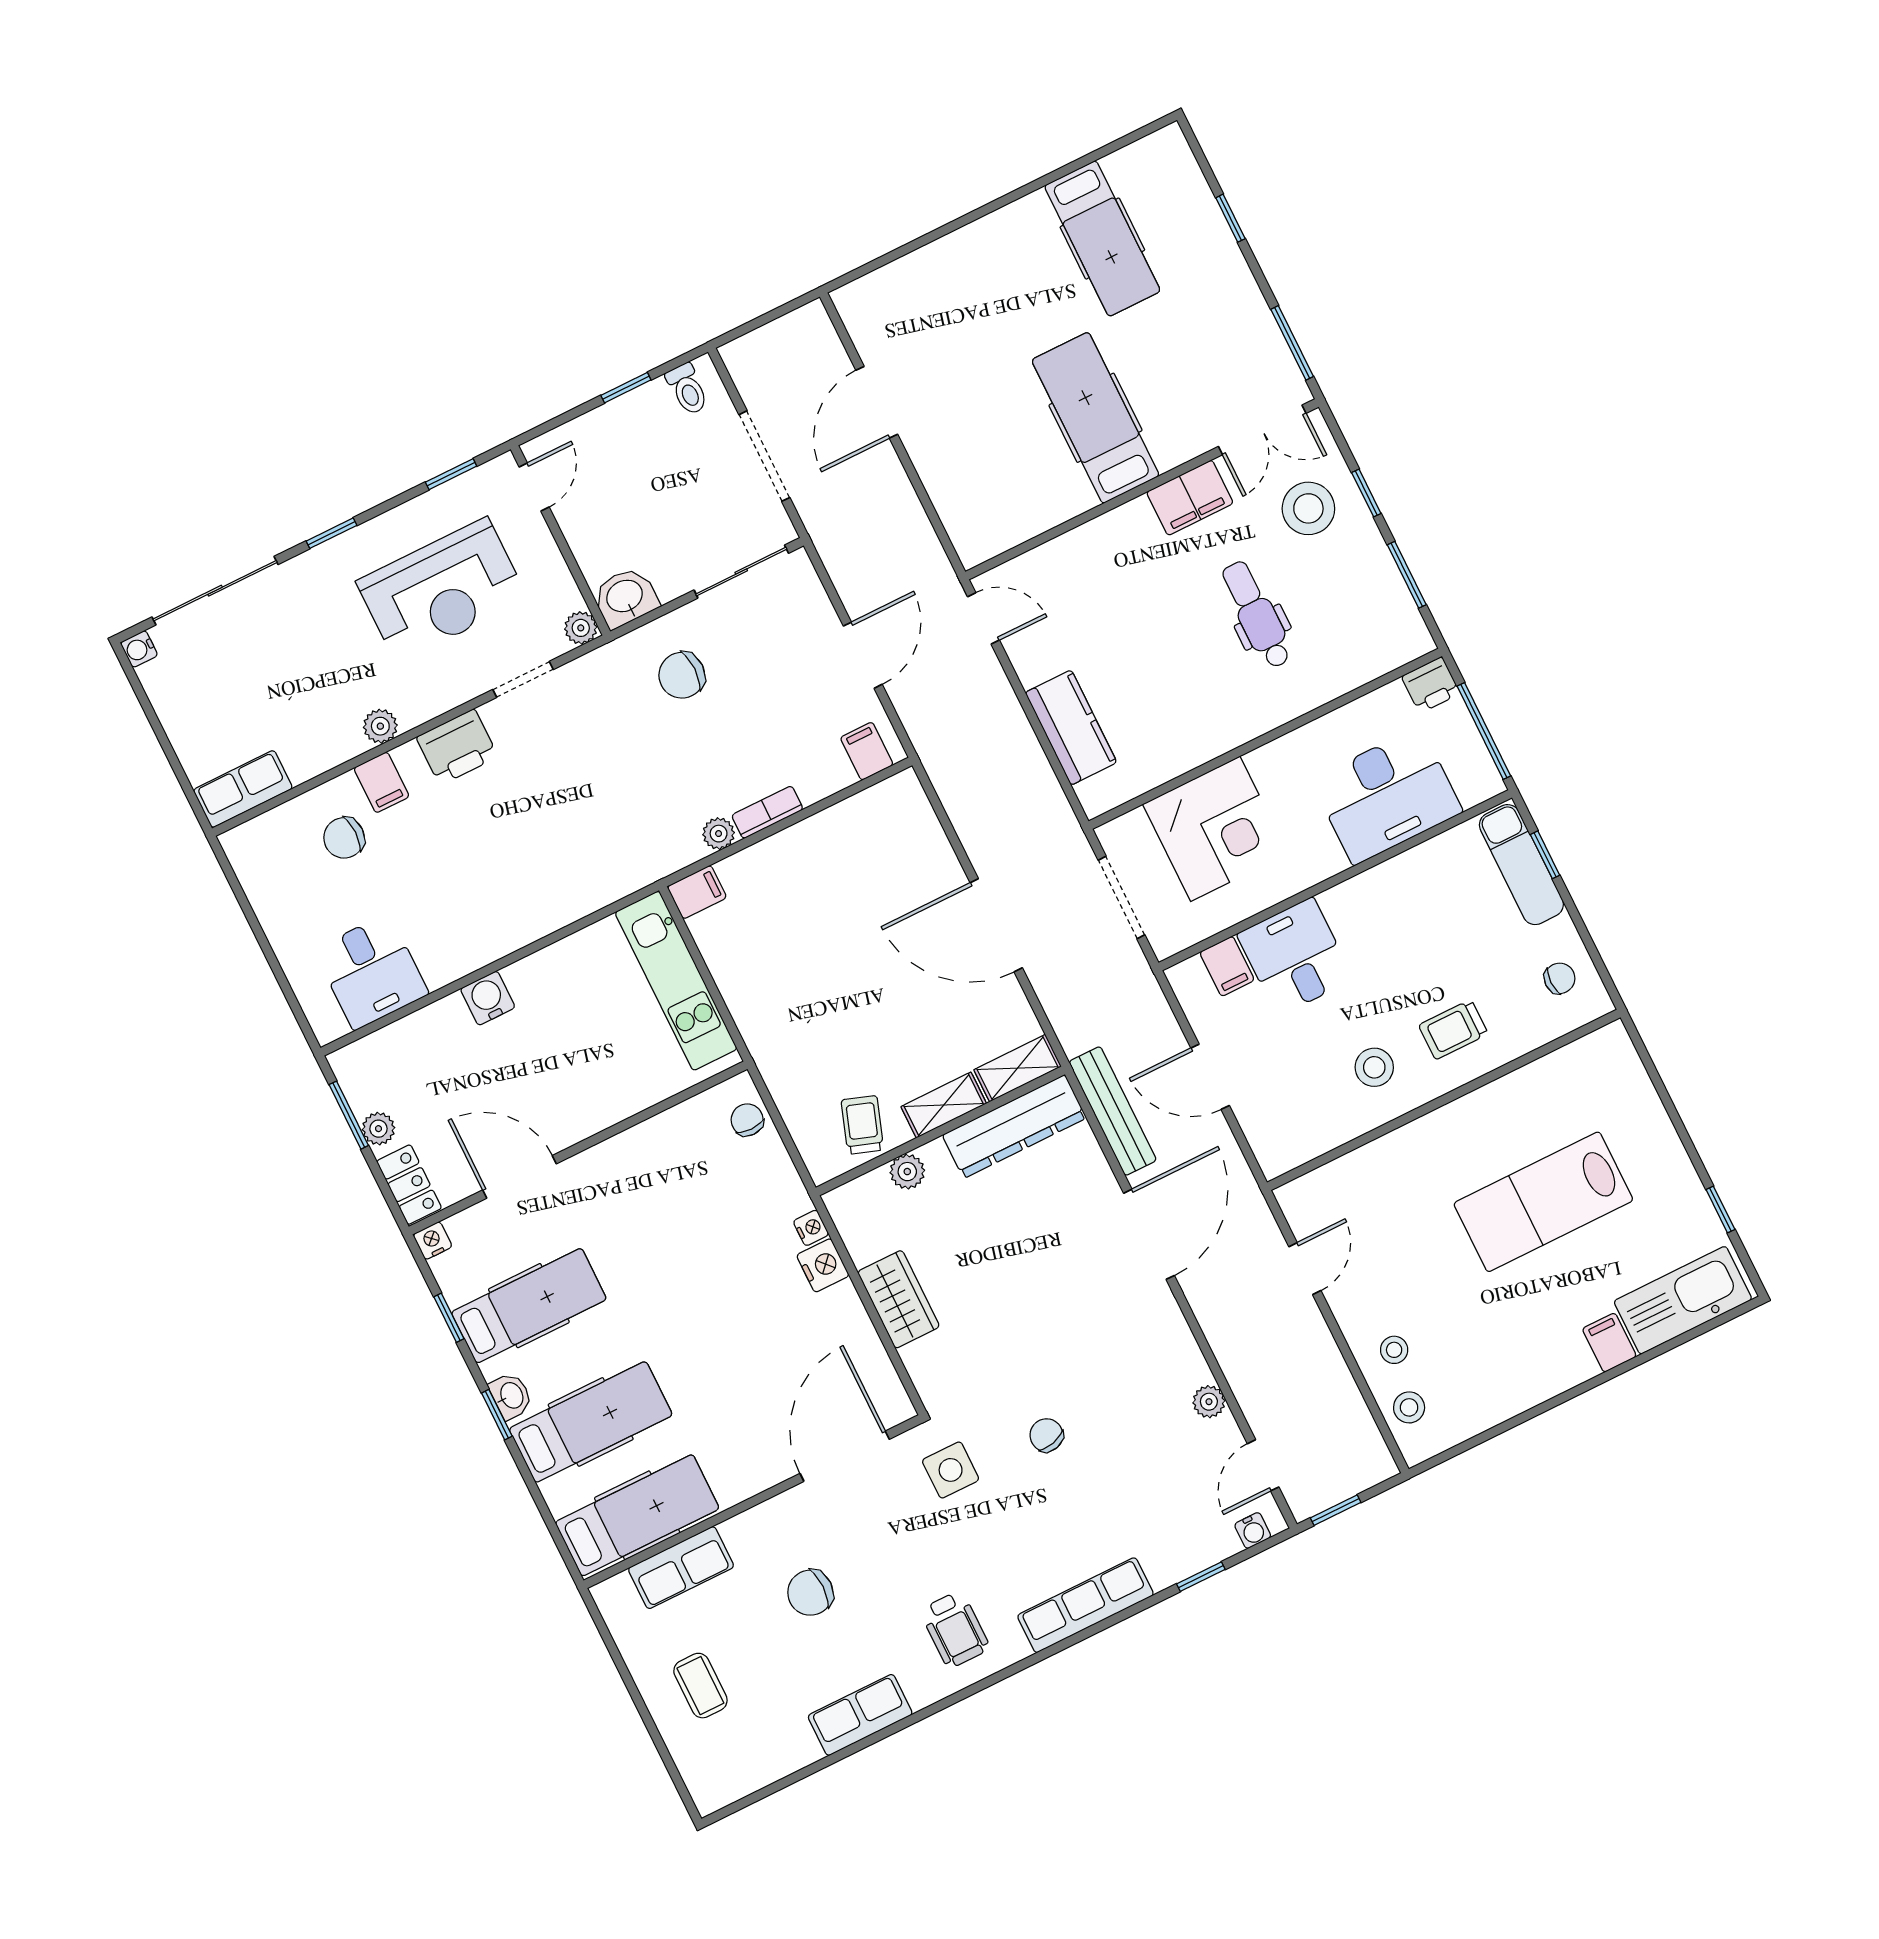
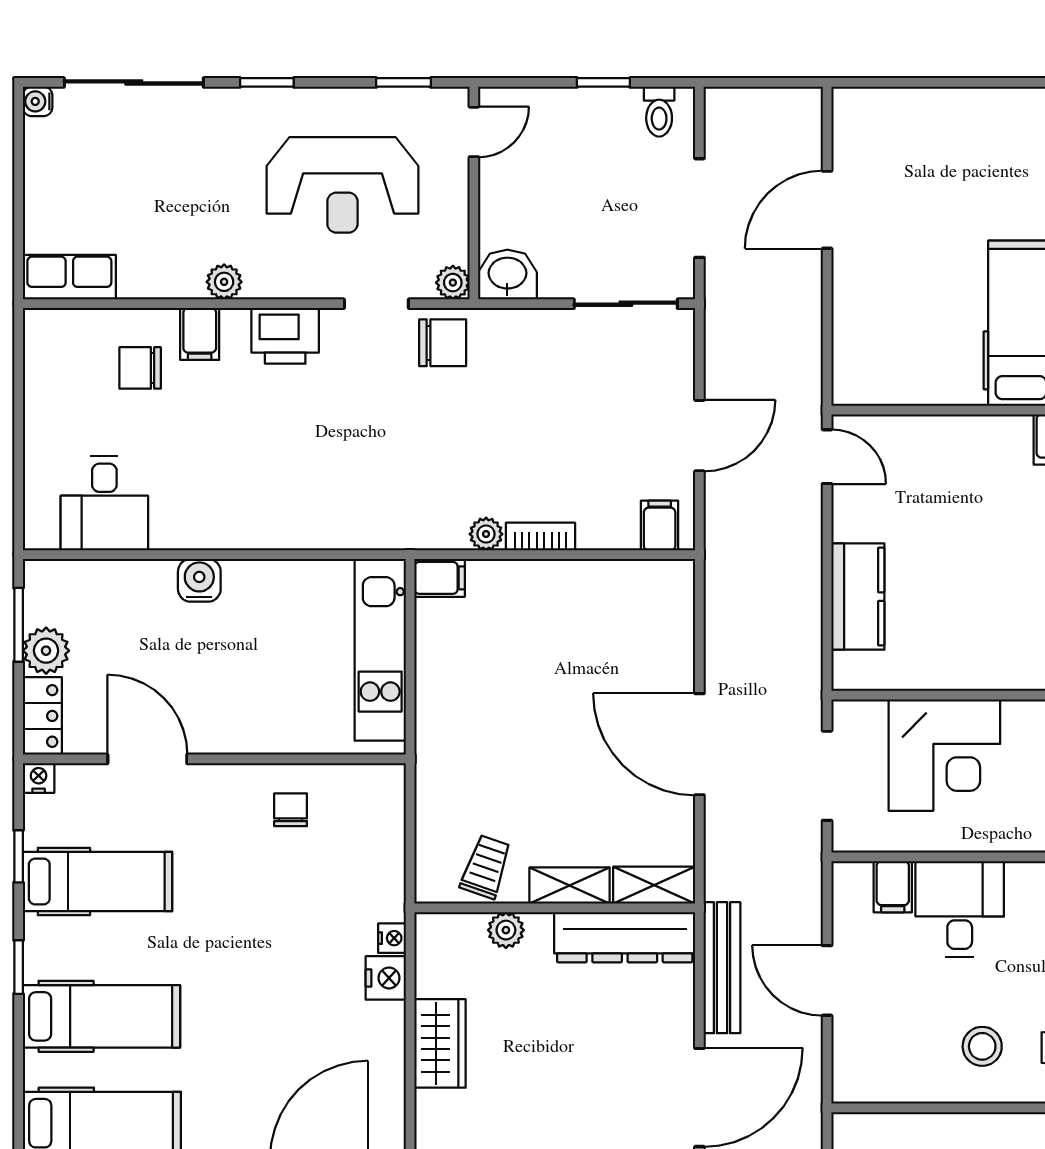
chair: (682, 675) -> (443, 343), moved, turned 180
chair: (747, 1120) -> (291, 810), moved
plant: (378, 1129) -> (46, 651), width x1.38, depth x1.38
washbasin: (511, 1396) -> (40, 956), removed

